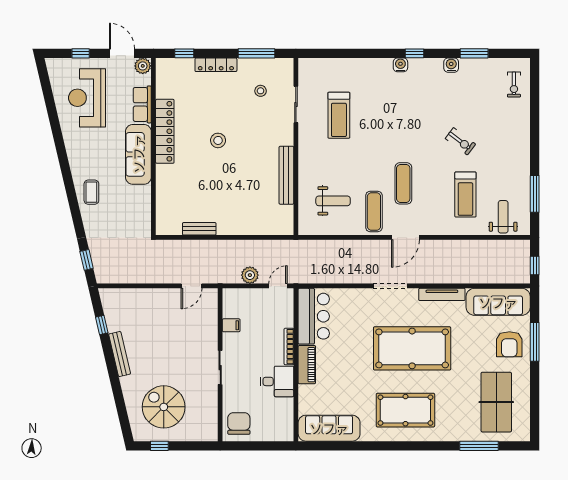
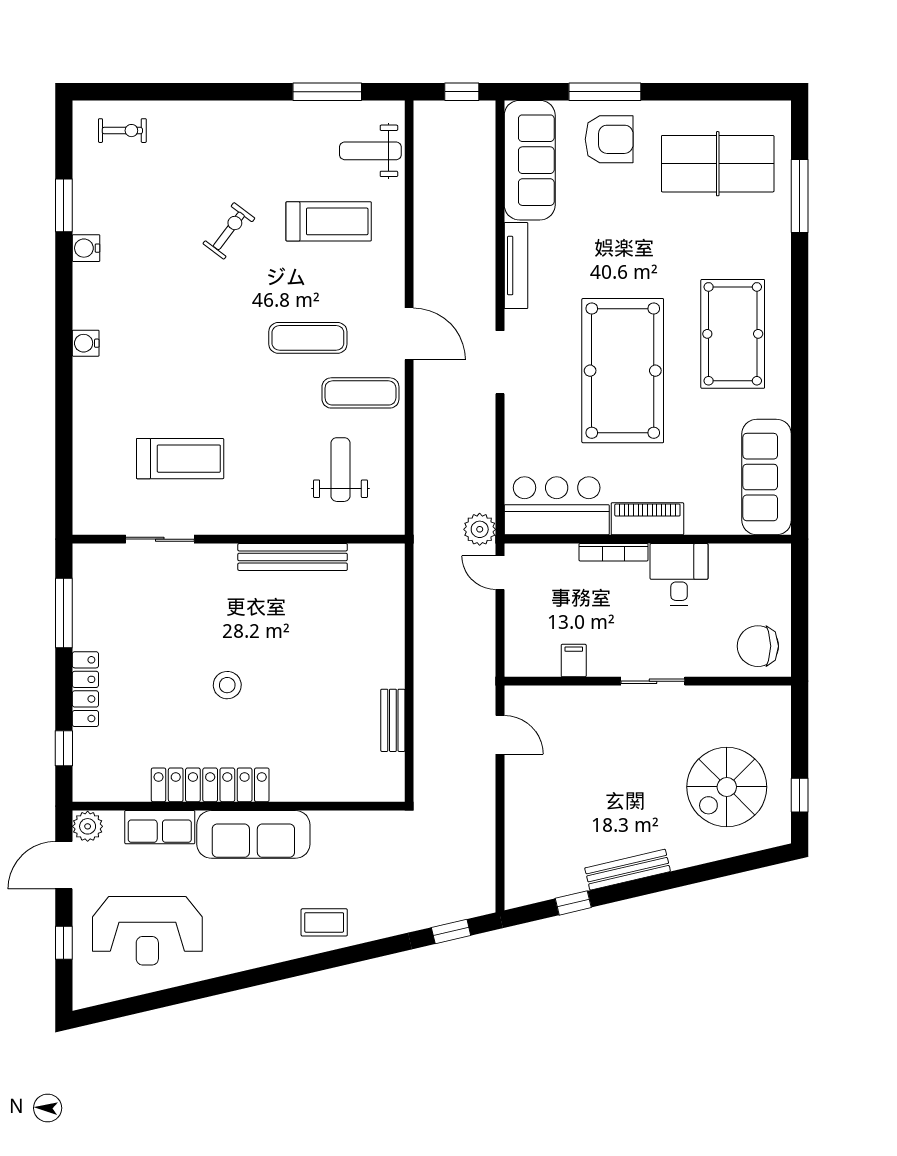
window: (414, 53) -> (64, 317), removed
stool: (261, 91) -> (134, 605), removed
plant: (250, 275) -> (480, 529), moved
pool table: (412, 348) -> (623, 371), moved

